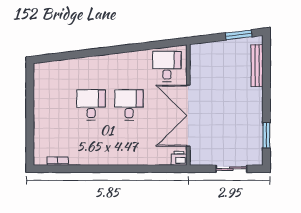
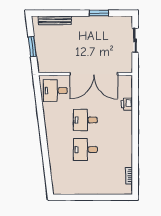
window: (239, 35) -> (32, 47), moved
window: (266, 135) -> (99, 13), moved
printer: (179, 158) -> (127, 104), moved

